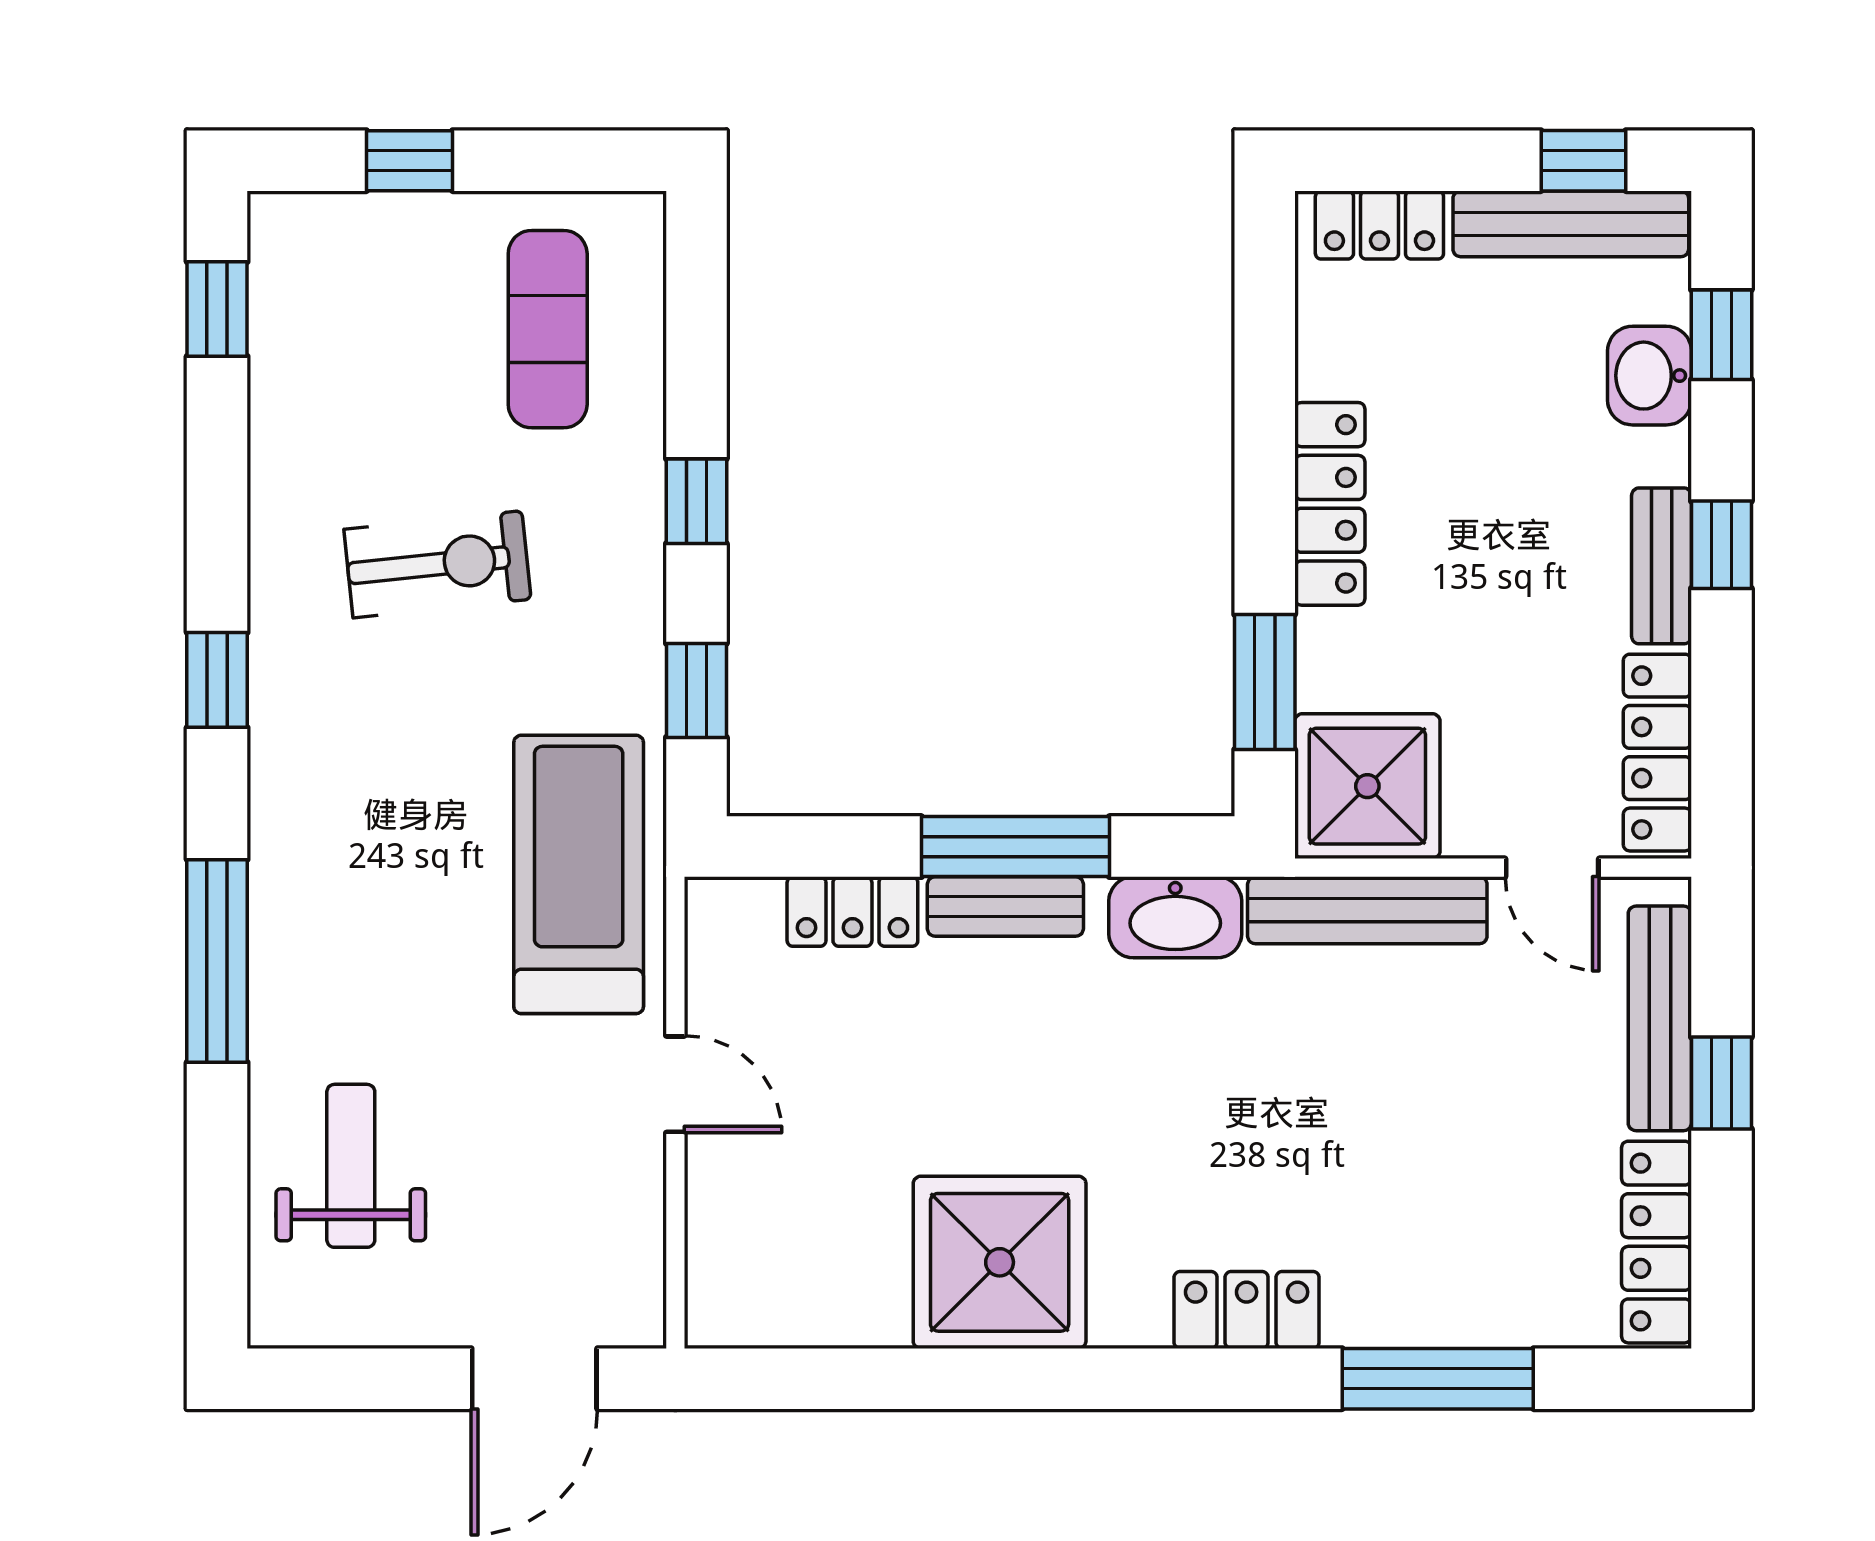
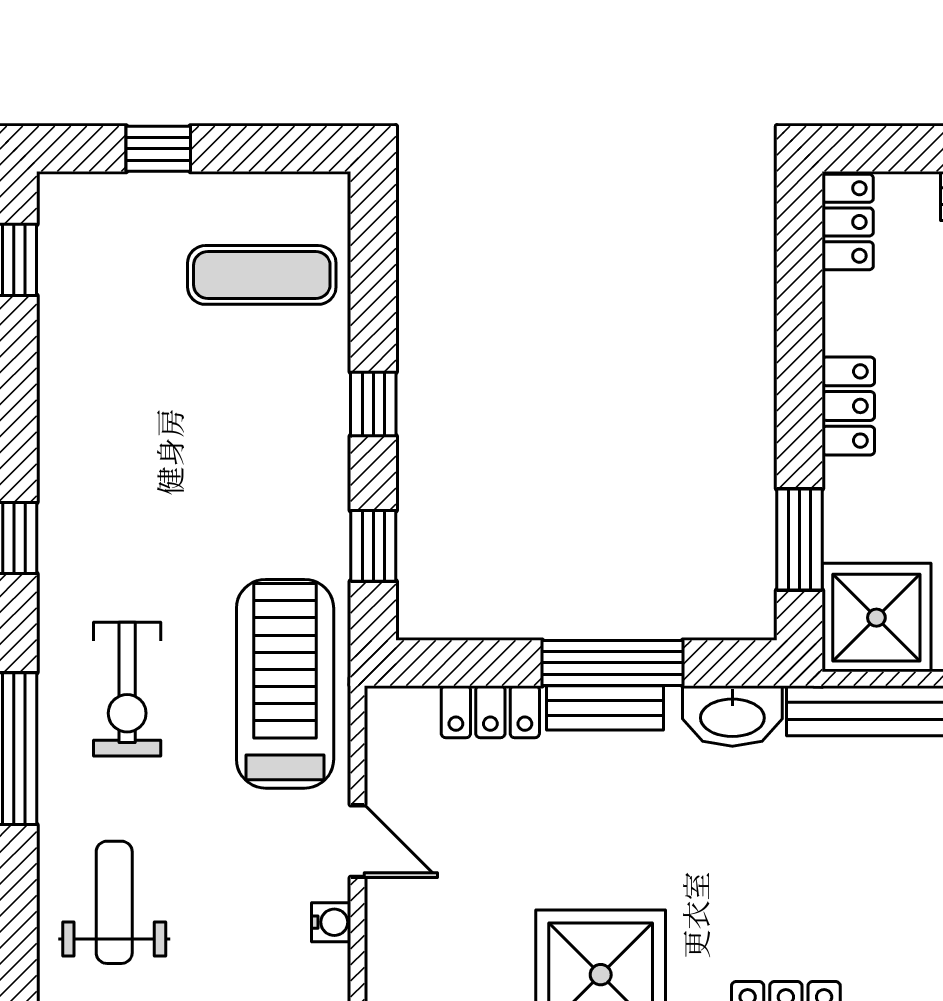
locker: (1379, 225) -> (848, 222), moved, turned -90
exercise mat: (548, 329) -> (262, 275), turned 90
locker: (1330, 504) -> (848, 406), width x0.66
exercise bike: (437, 564) -> (127, 689), moved, turned 96
water cooler: (640, 1192) -> (331, 922), added

